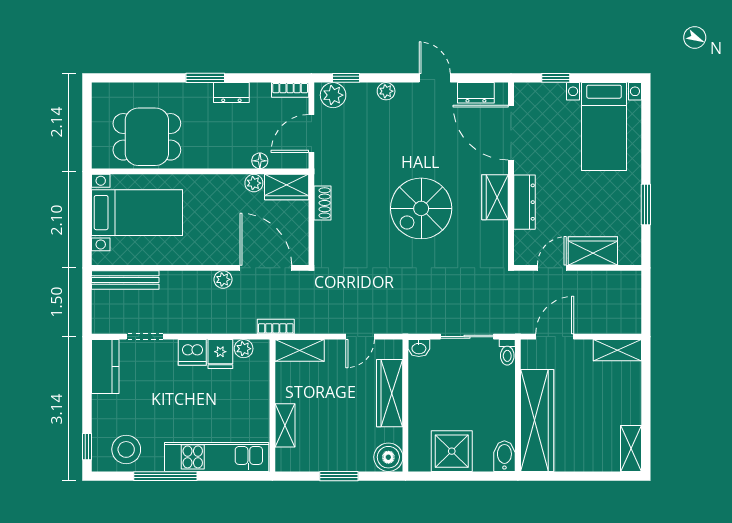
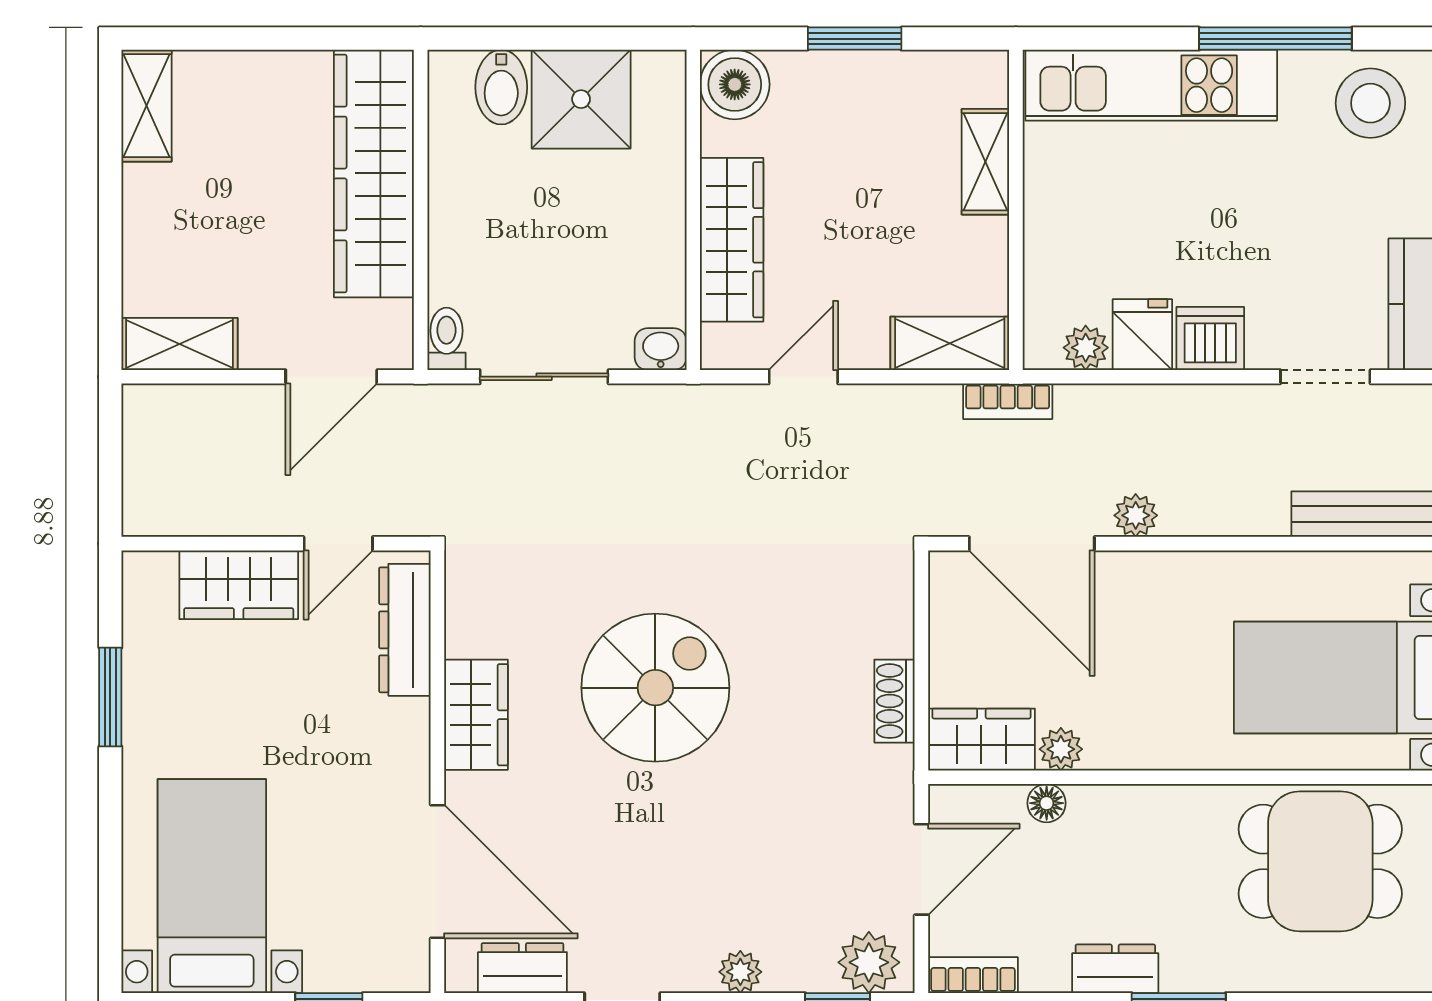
dresser: (524, 202) -> (405, 630), moved
bidet: (504, 456) -> (501, 87), moved

